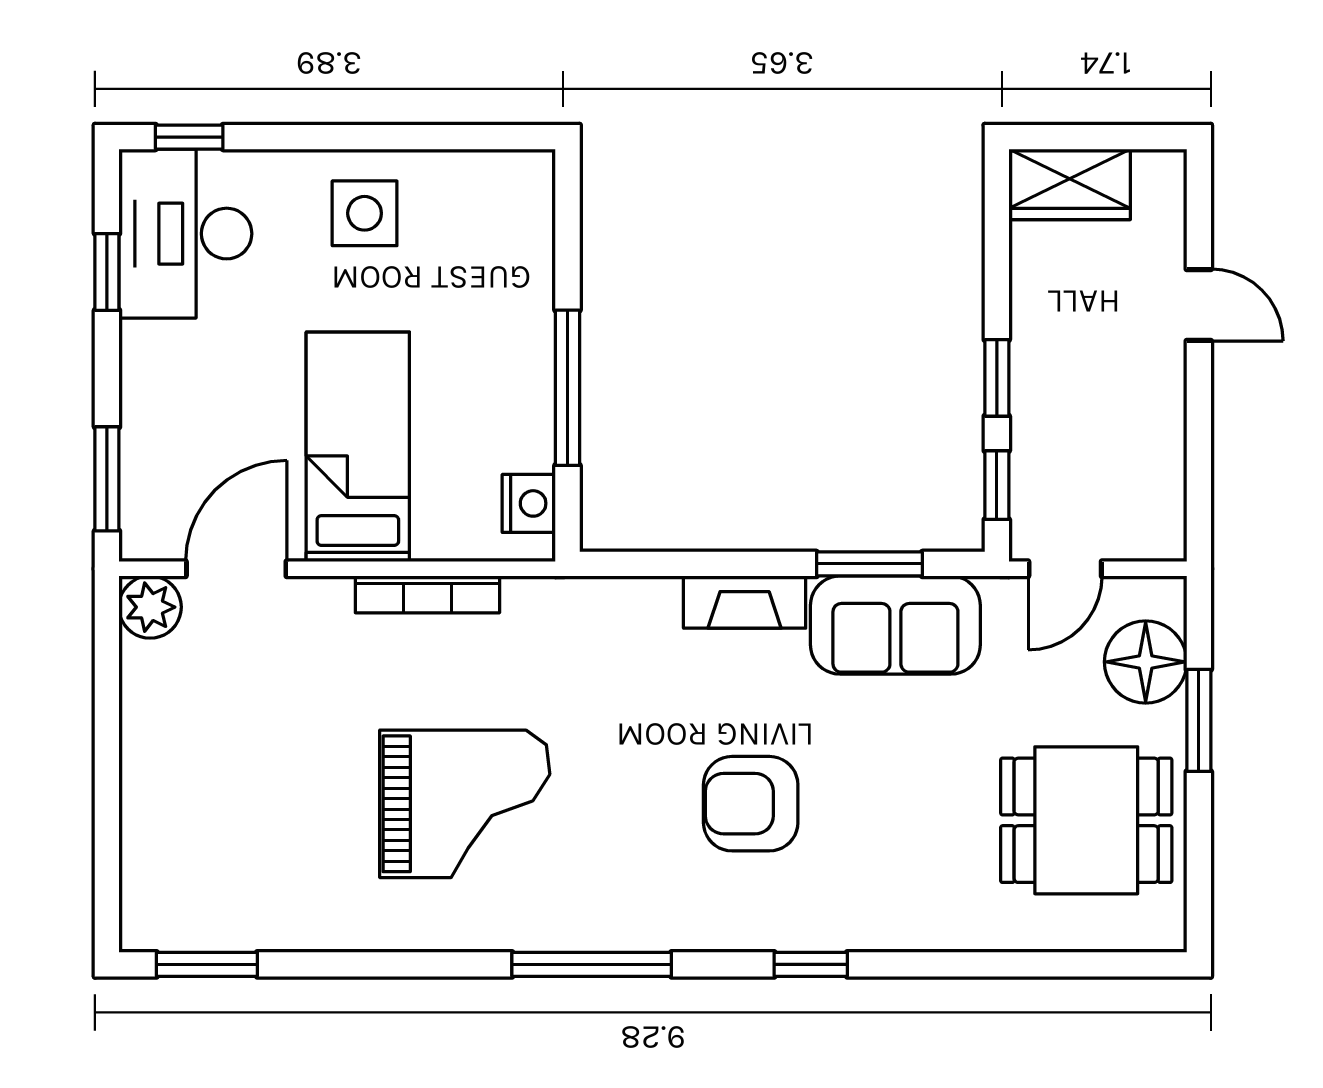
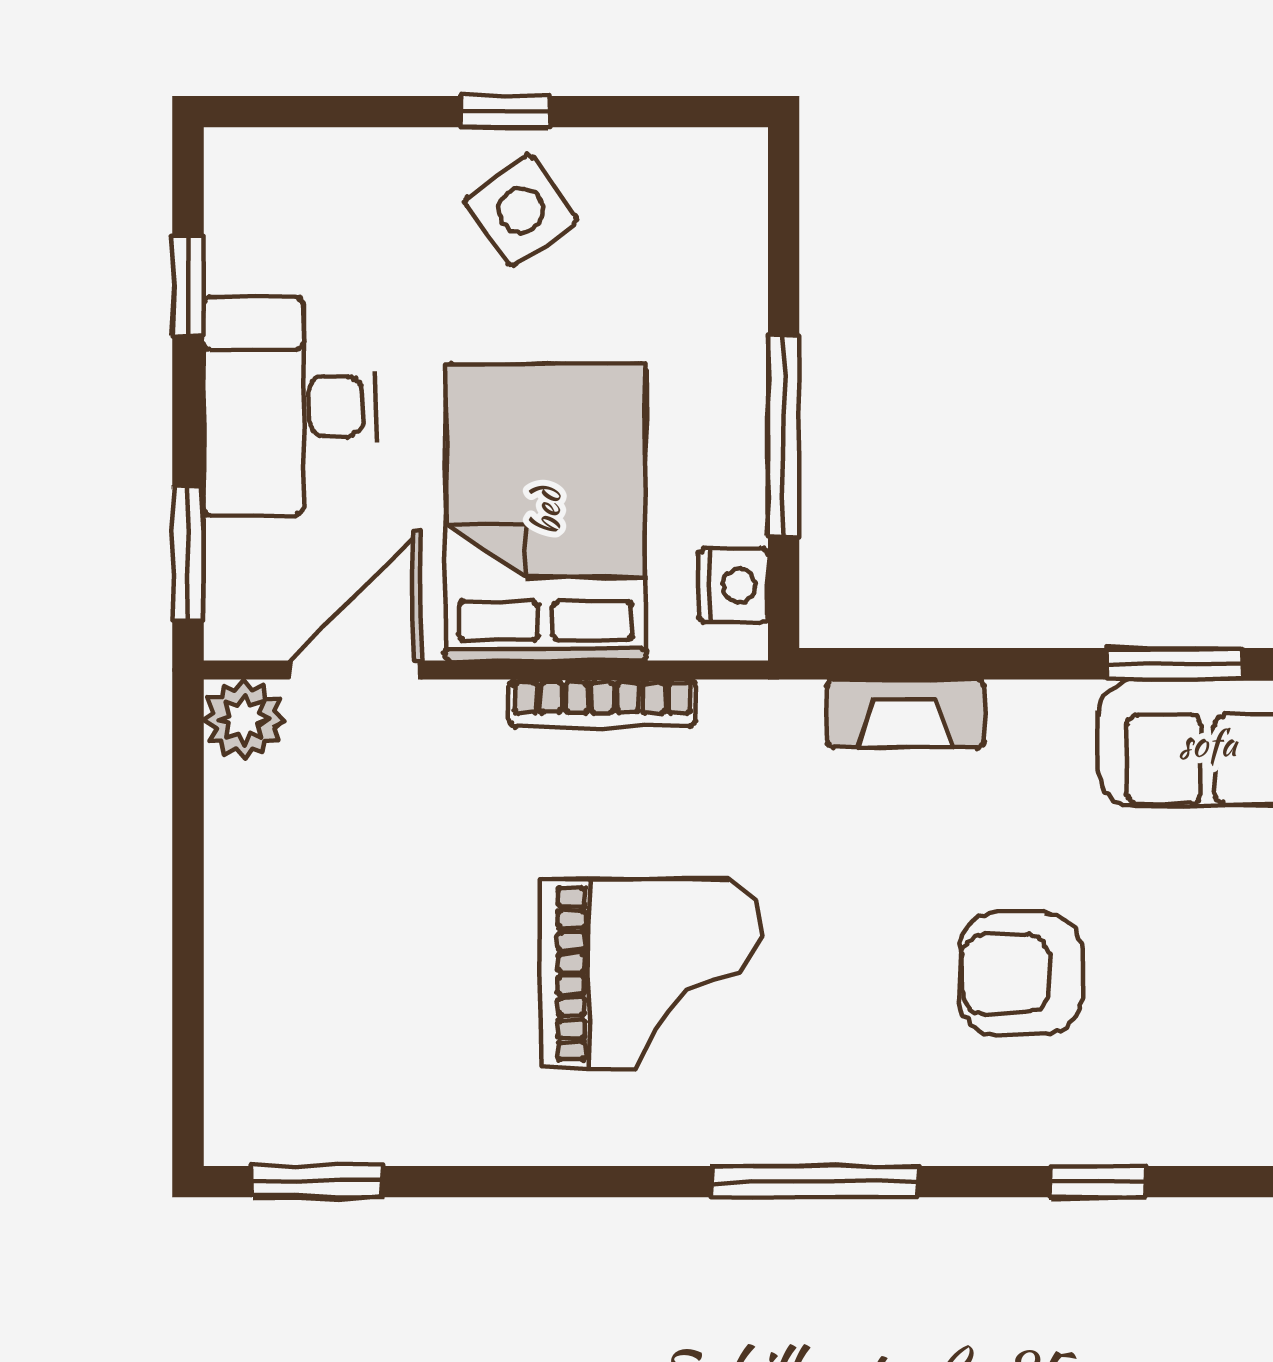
window: (189, 137) -> (505, 112), moved
side table: (365, 213) -> (521, 210), turned -36
desk: (185, 234) -> (289, 406), moved
bed: (358, 447) -> (546, 512), width x1.50
fireplace: (745, 602) -> (906, 713), moved

